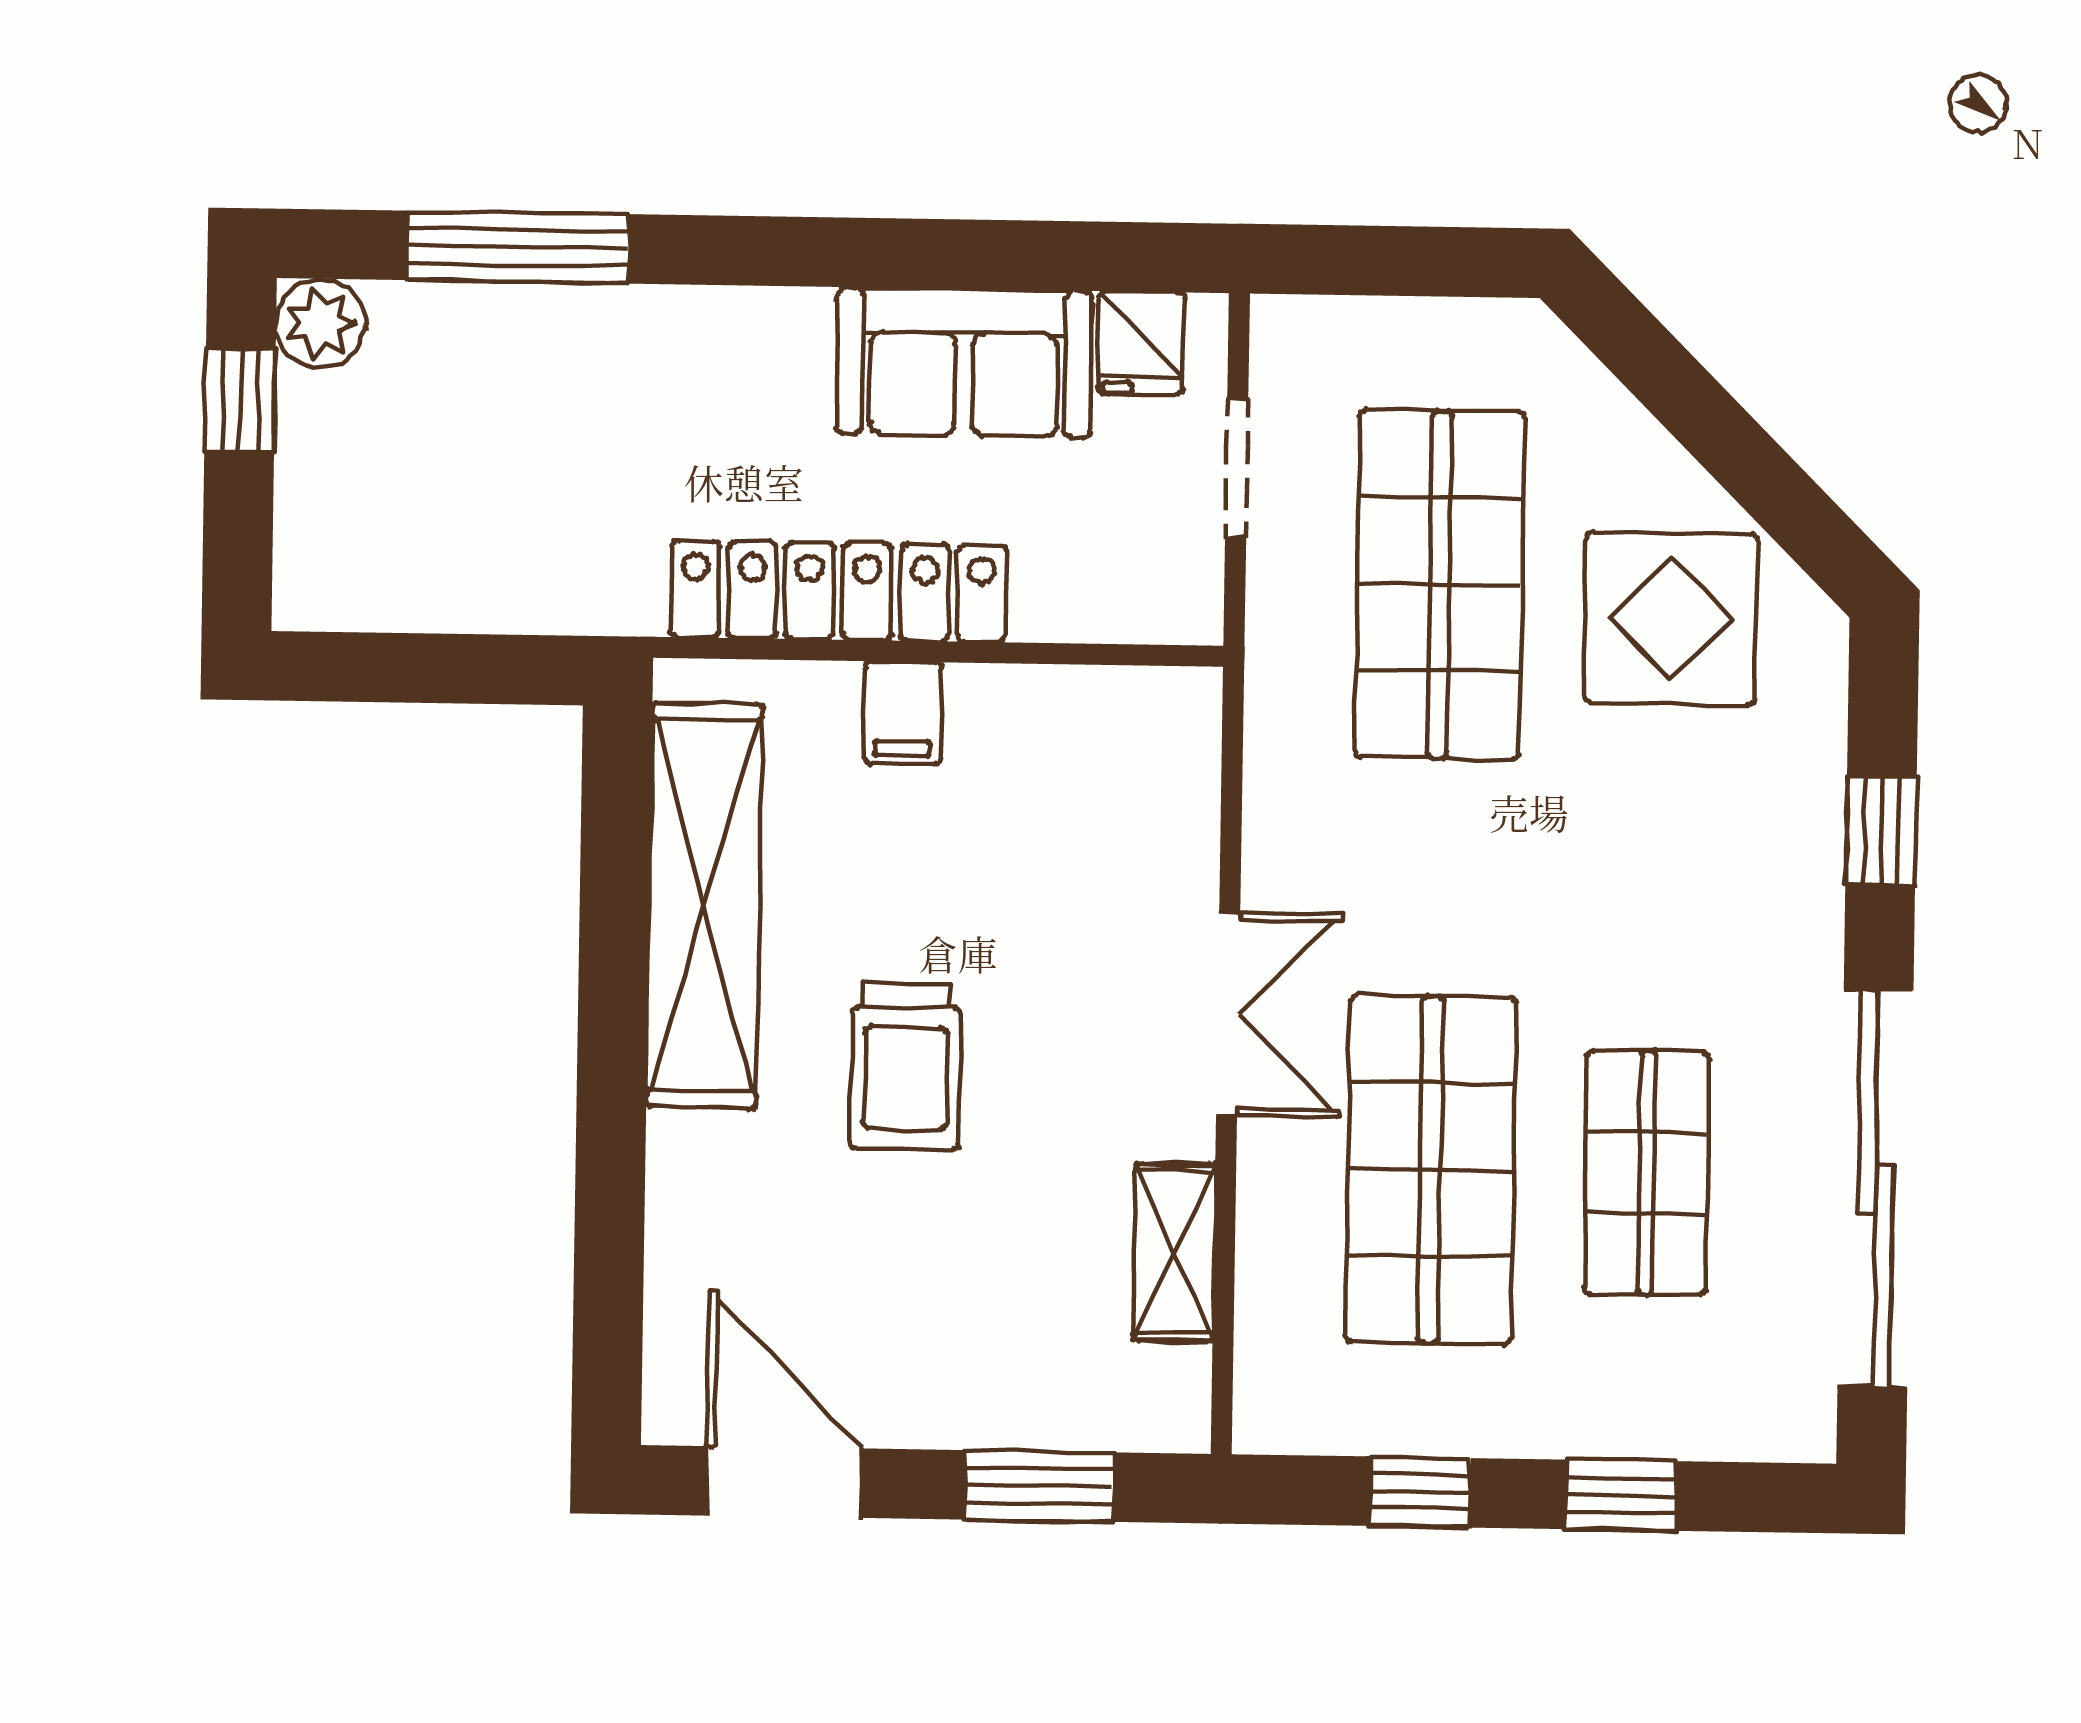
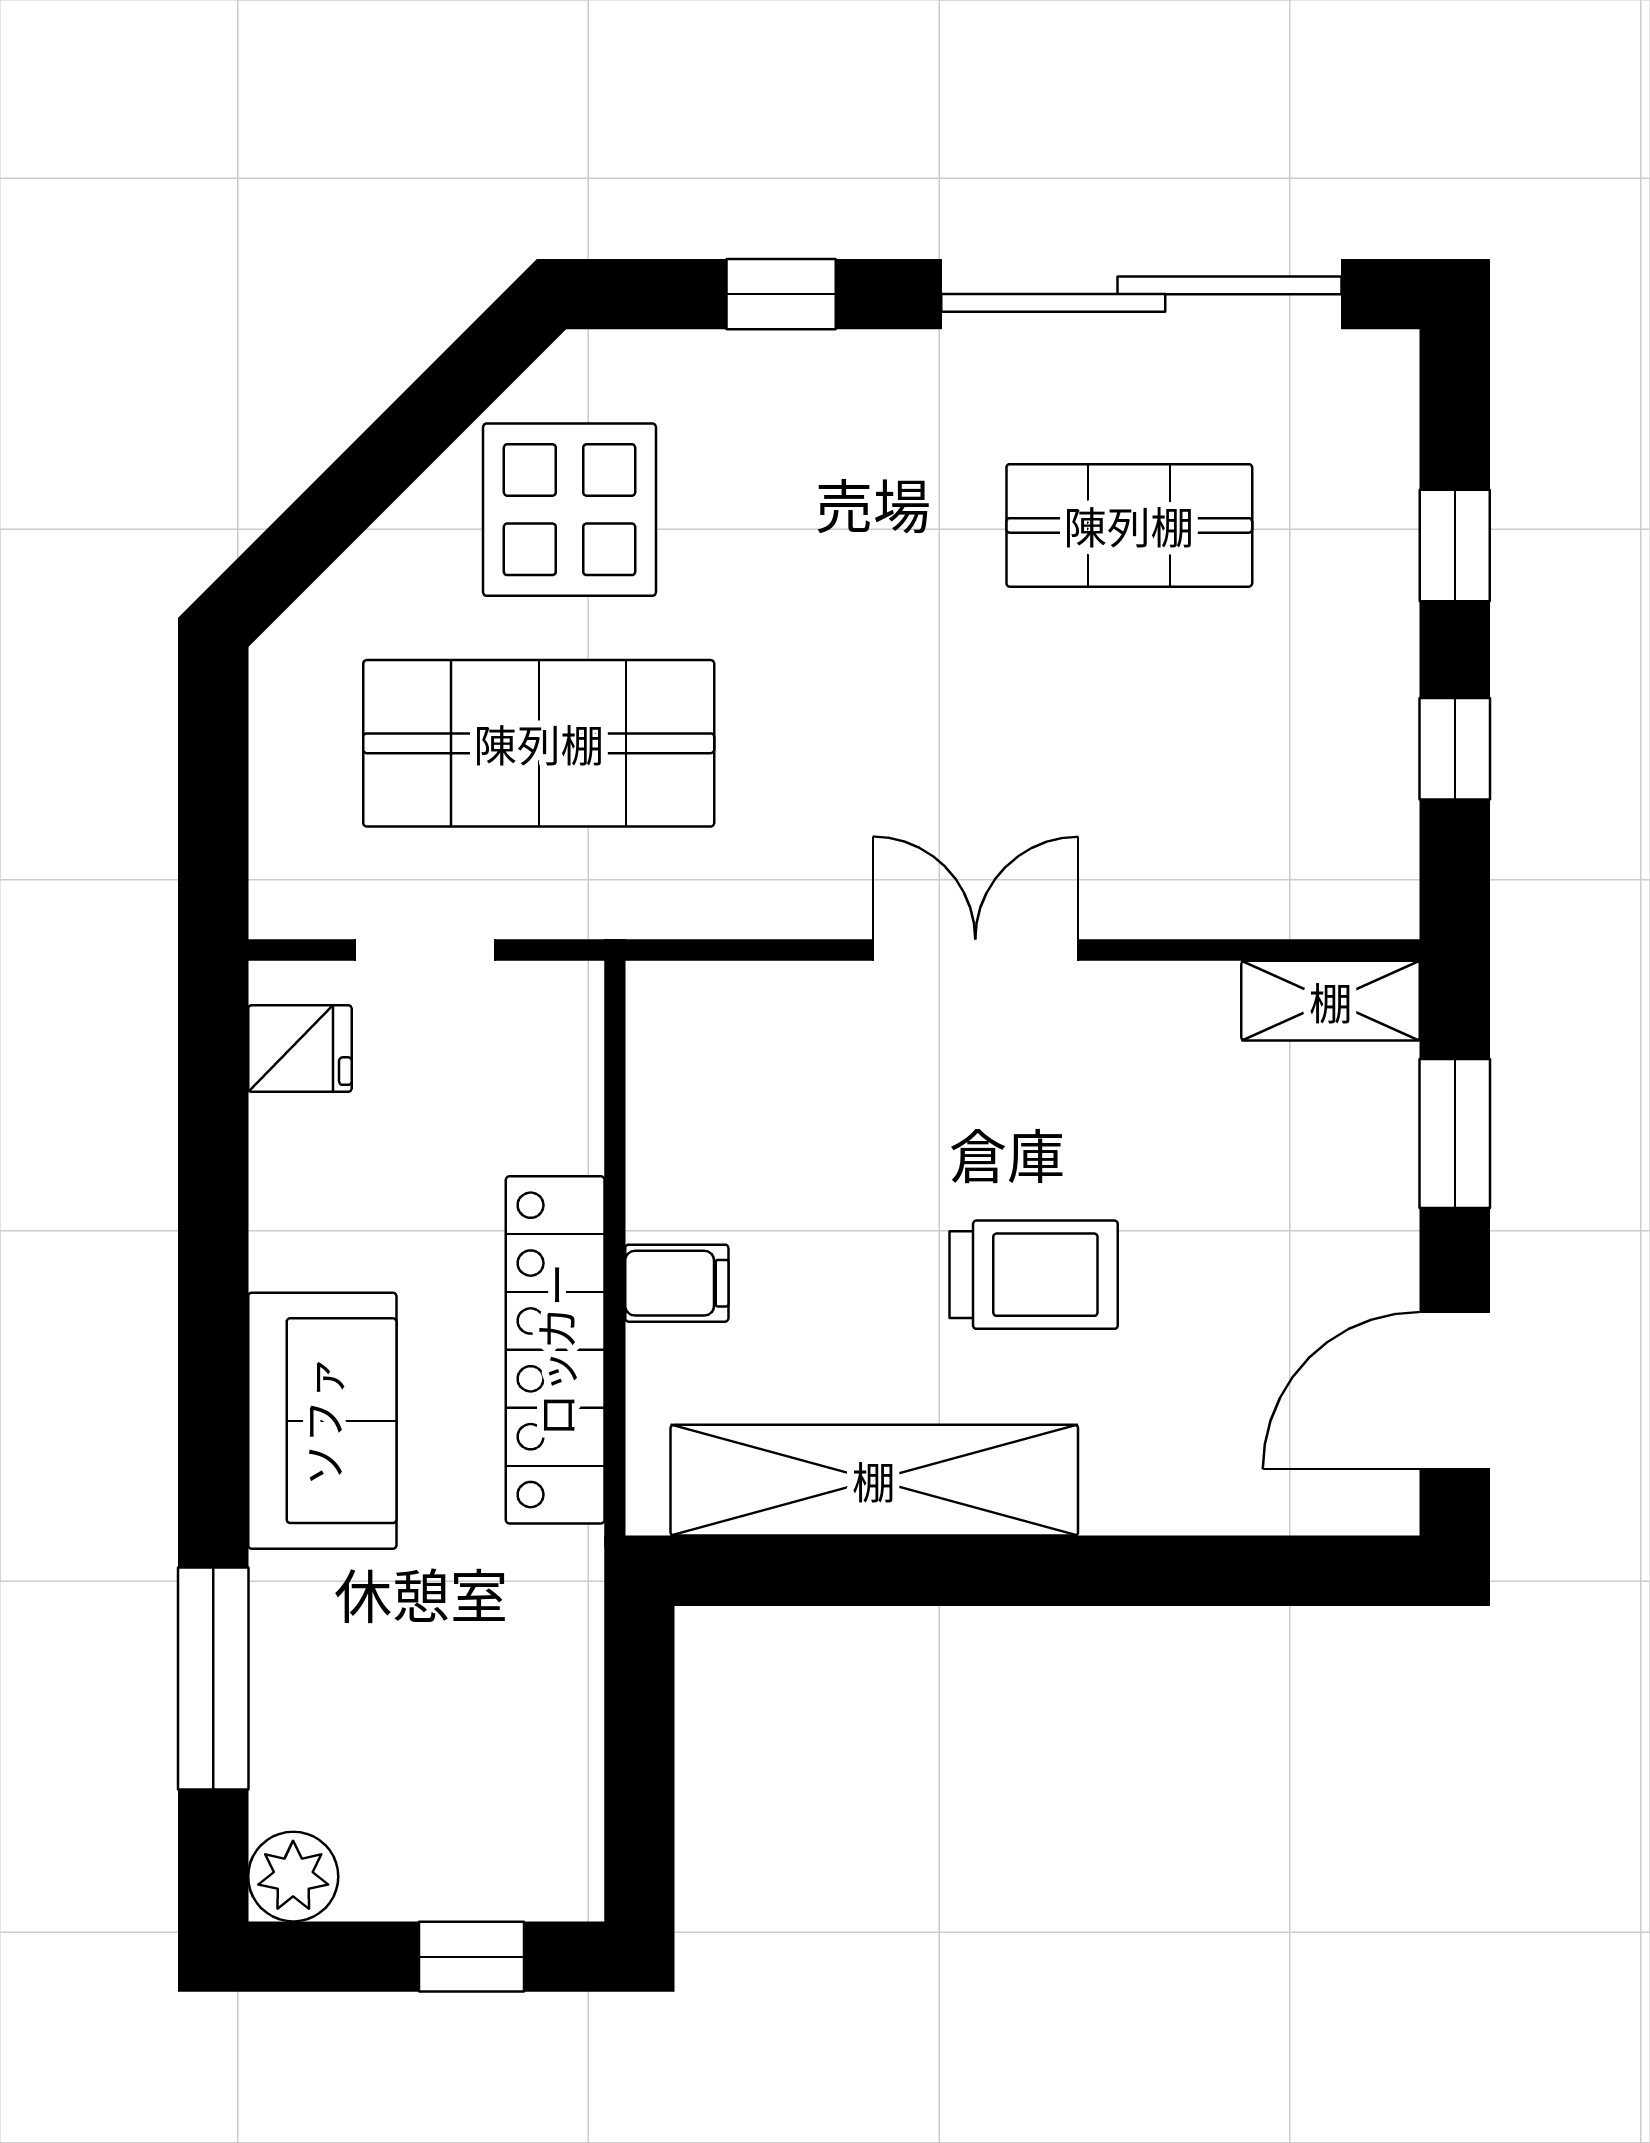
sofa: (964, 362) -> (322, 1421), moved
window: (240, 400) -> (472, 1957), moved
shop shelf: (1431, 1169) -> (1129, 743), removed
shelving: (1174, 1252) -> (1331, 1001), moved

